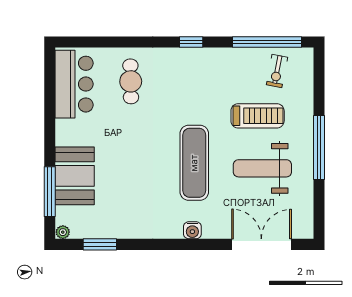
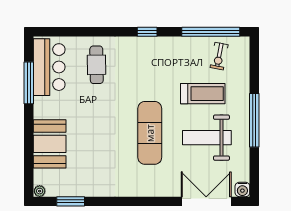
window: (50, 192) -> (29, 83), moved
water cooler: (192, 230) -> (242, 189), moved

